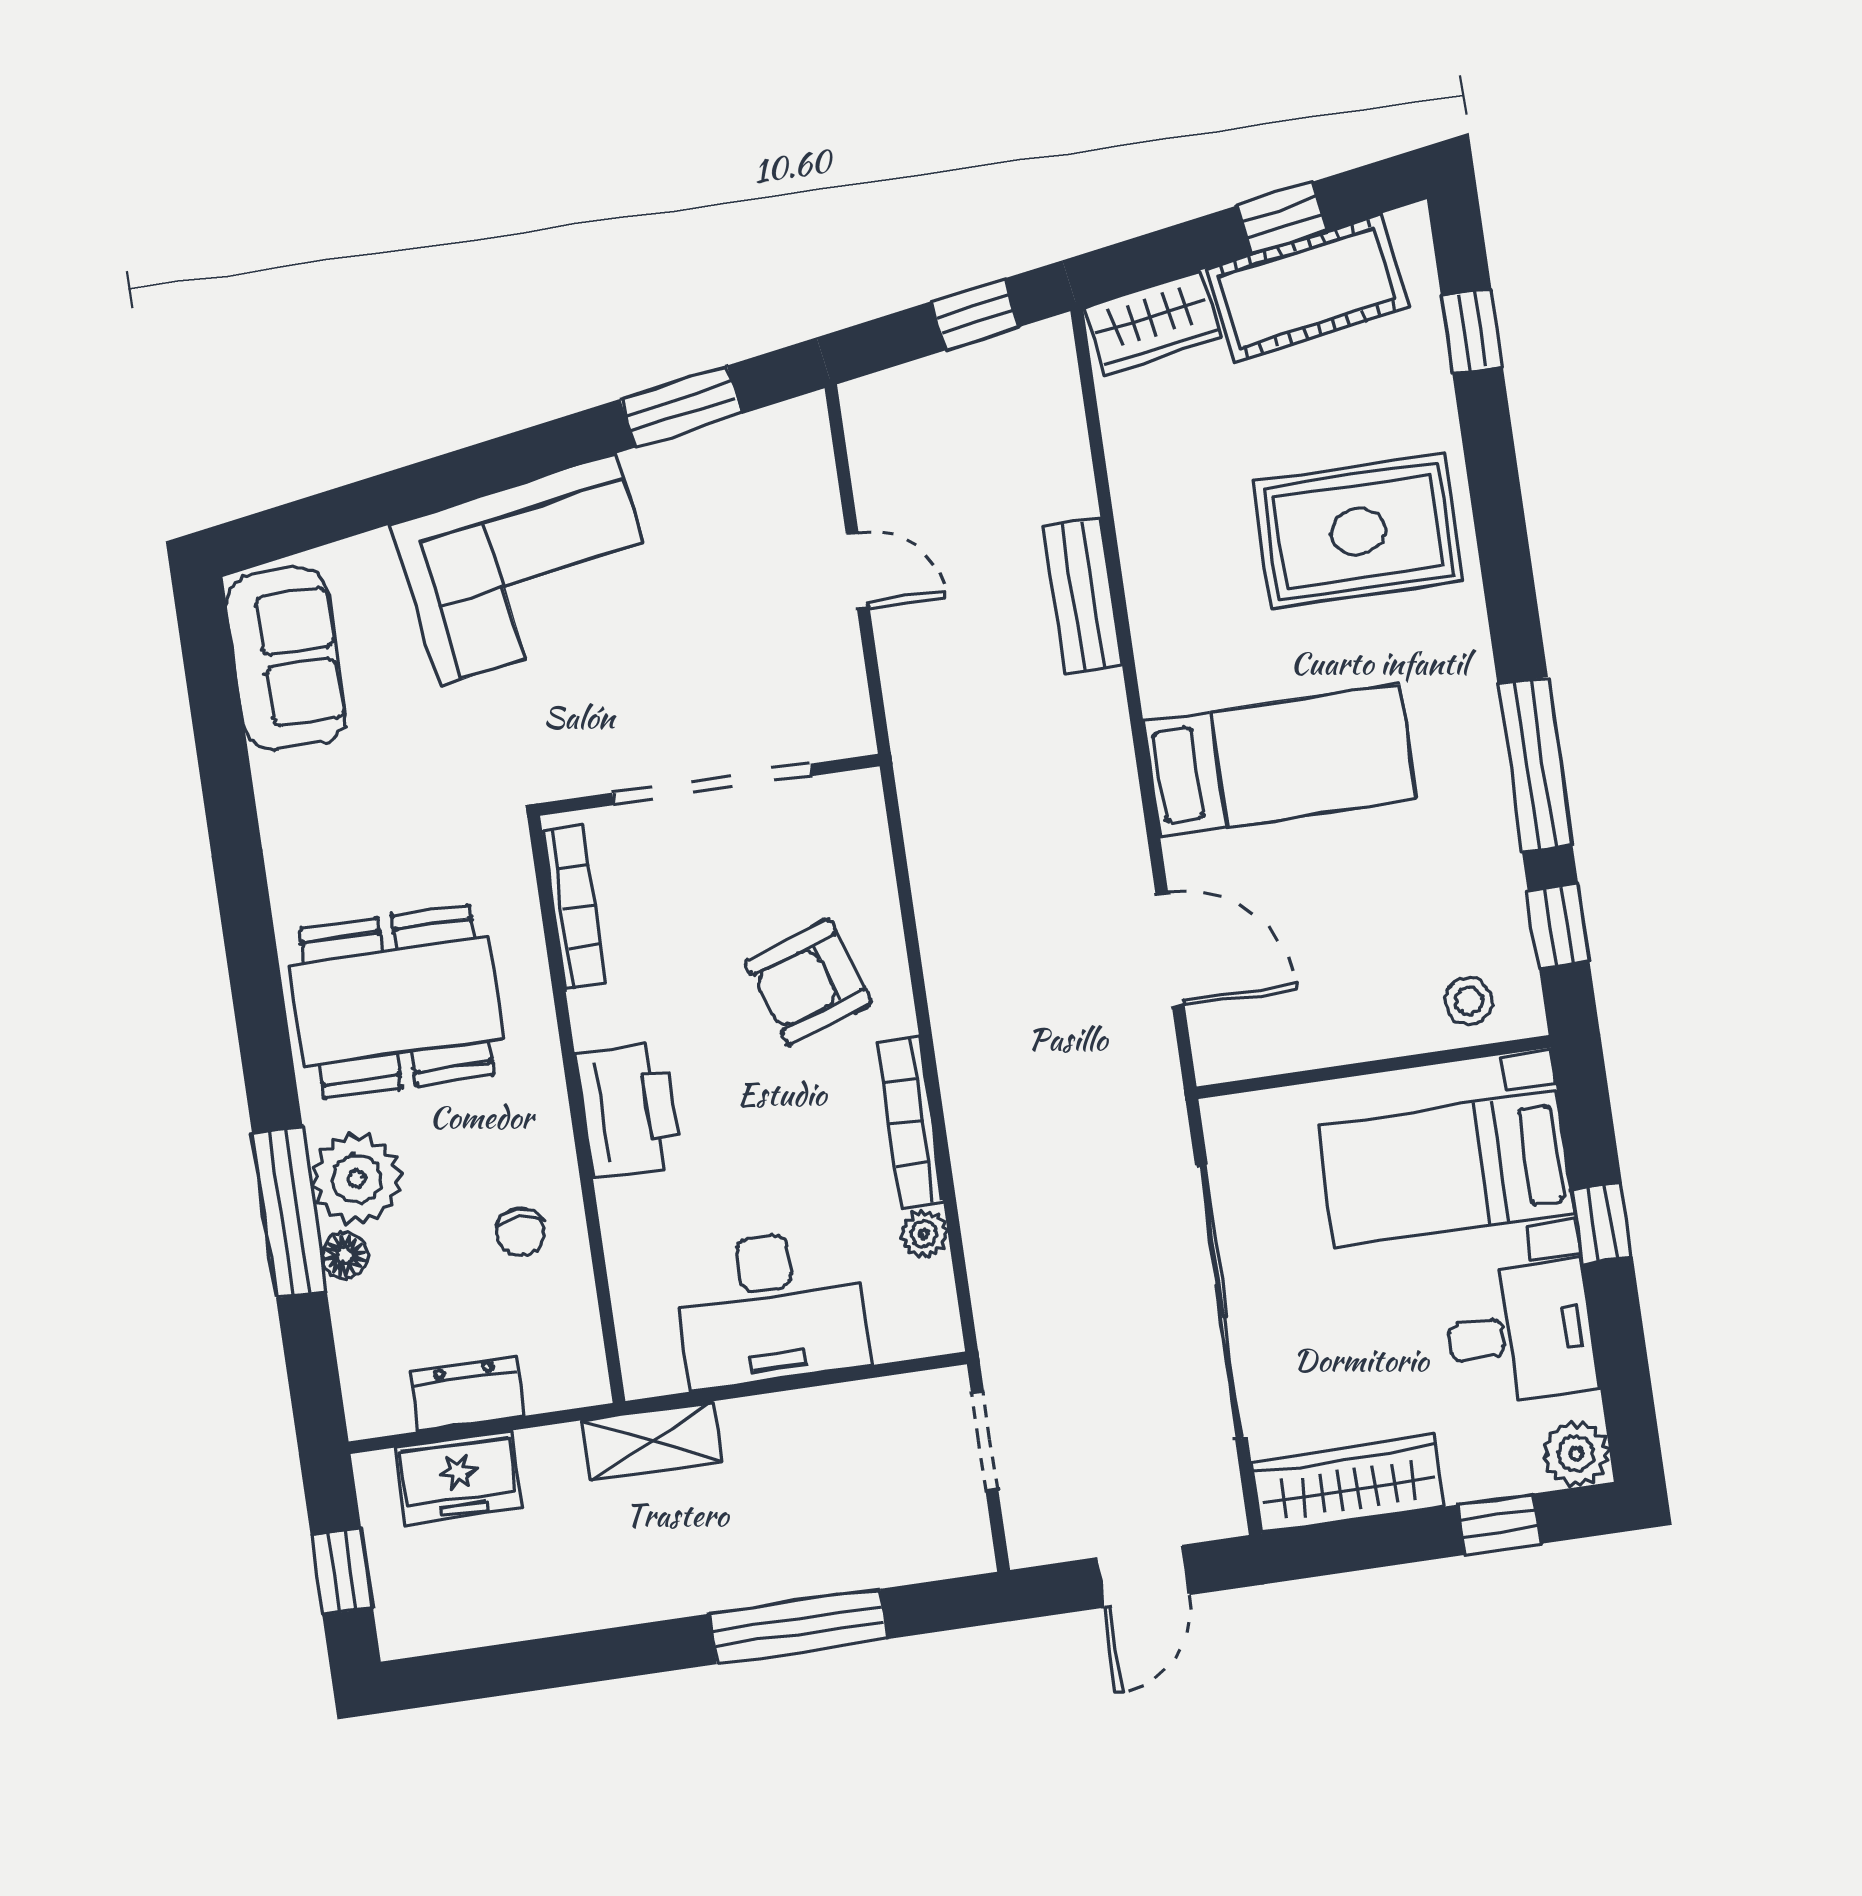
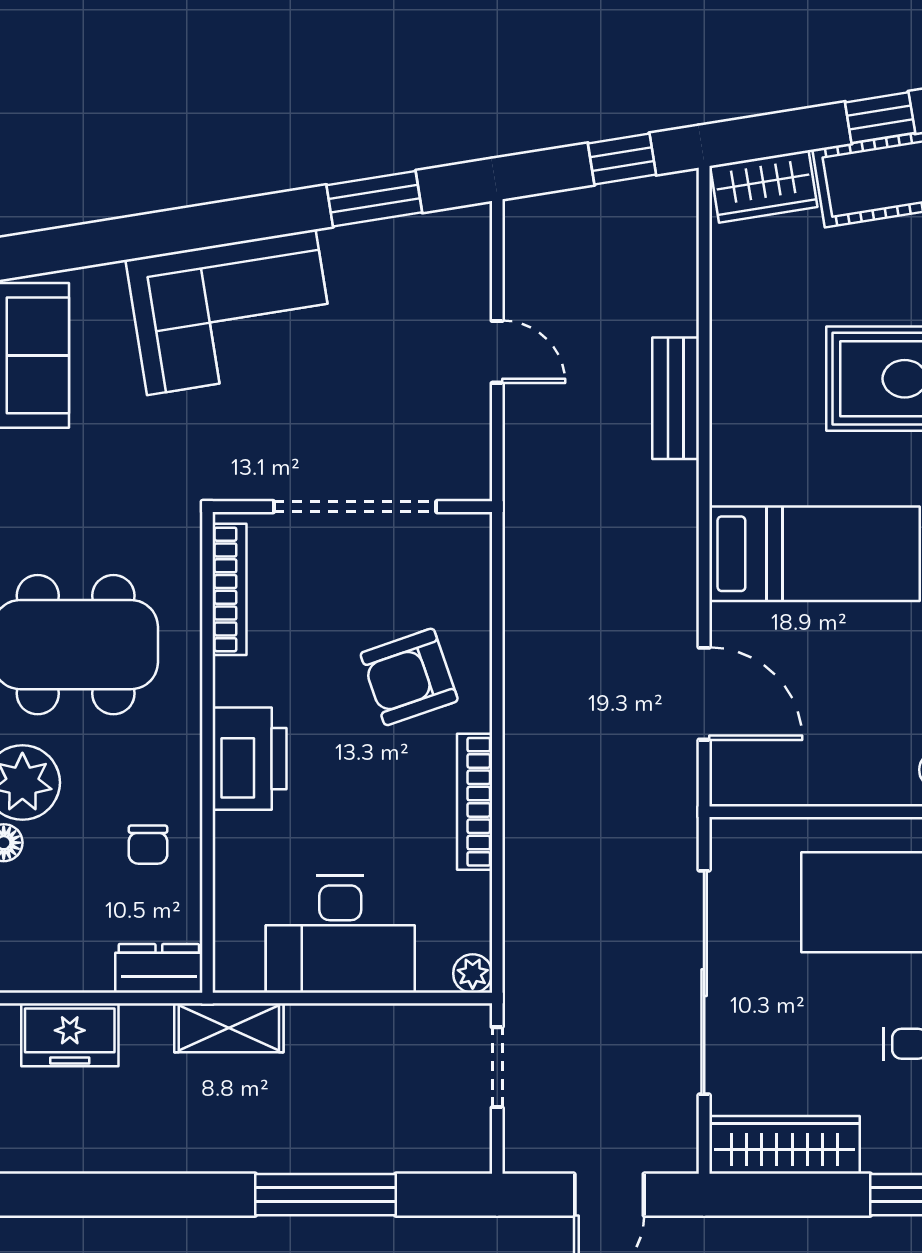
plant: (924, 1234) -> (473, 973), moved
dresser: (467, 1394) -> (159, 968), moved

